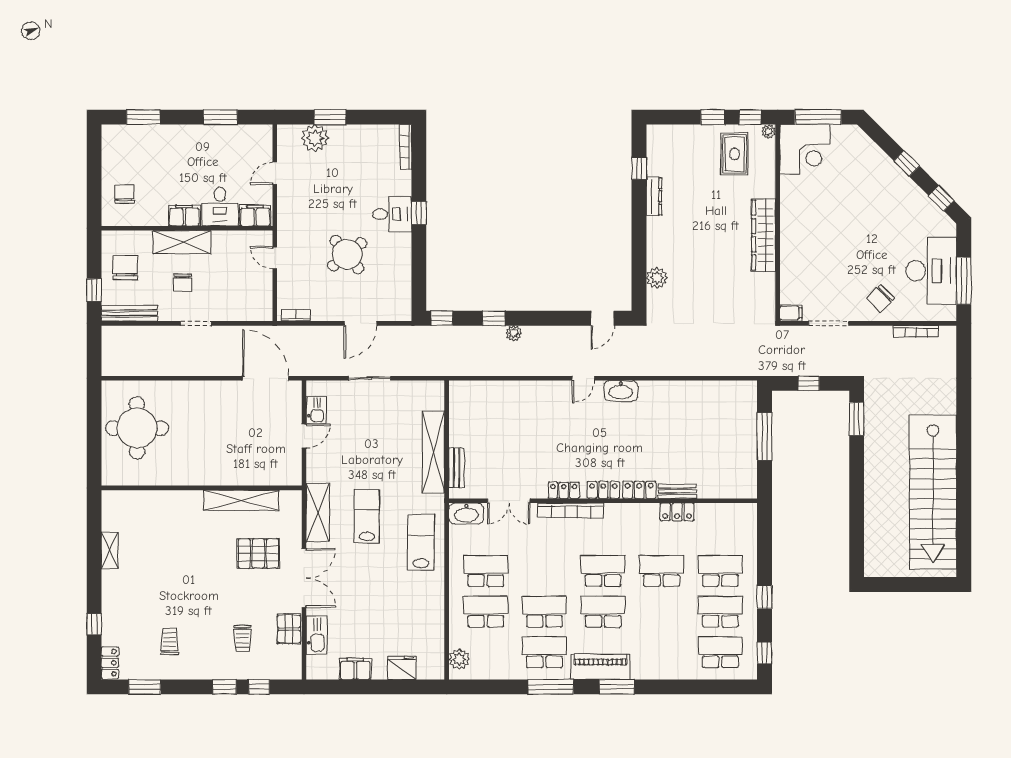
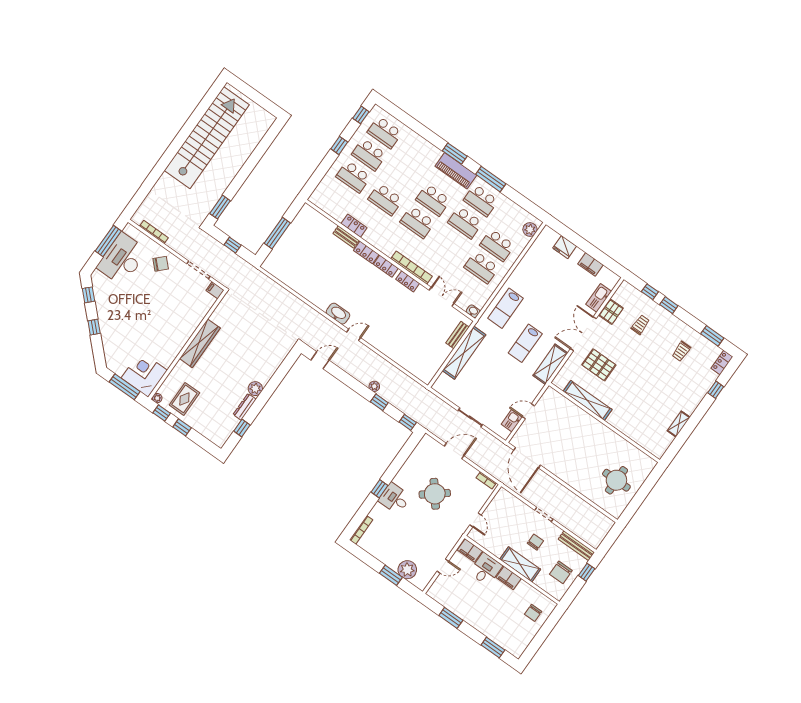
plant: (657, 278) -> (255, 389), moved
round table: (137, 428) -> (616, 480), width x0.73, depth x0.73
washbasin: (466, 514) -> (473, 311), width x0.52, depth x0.69

